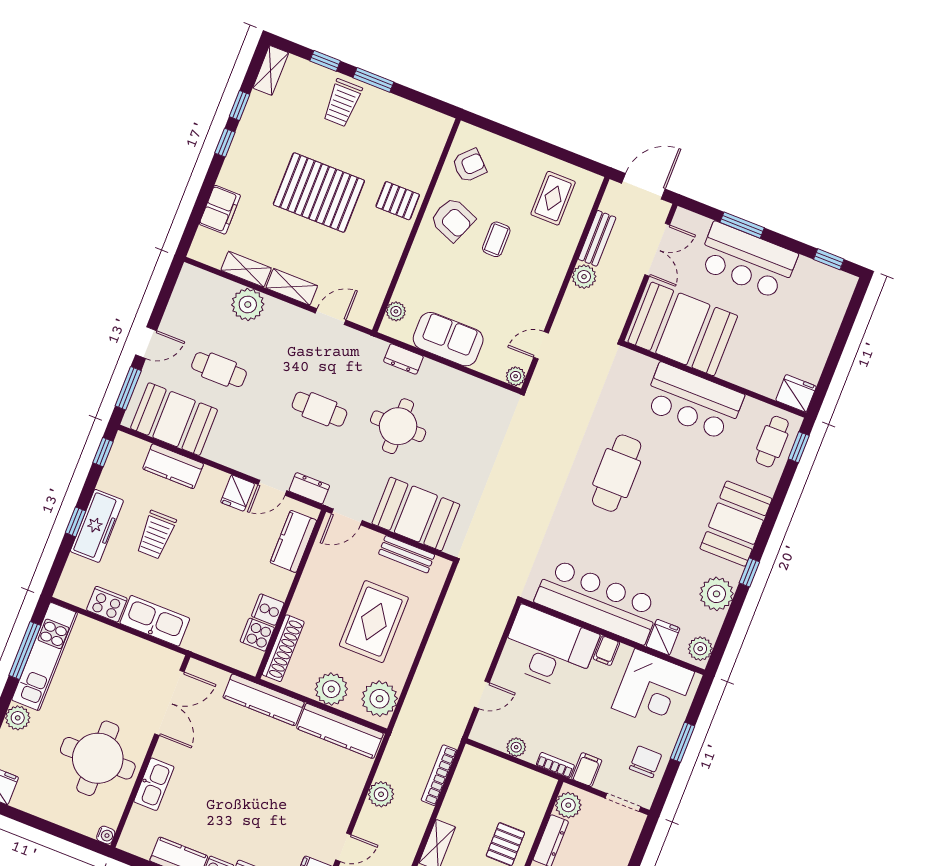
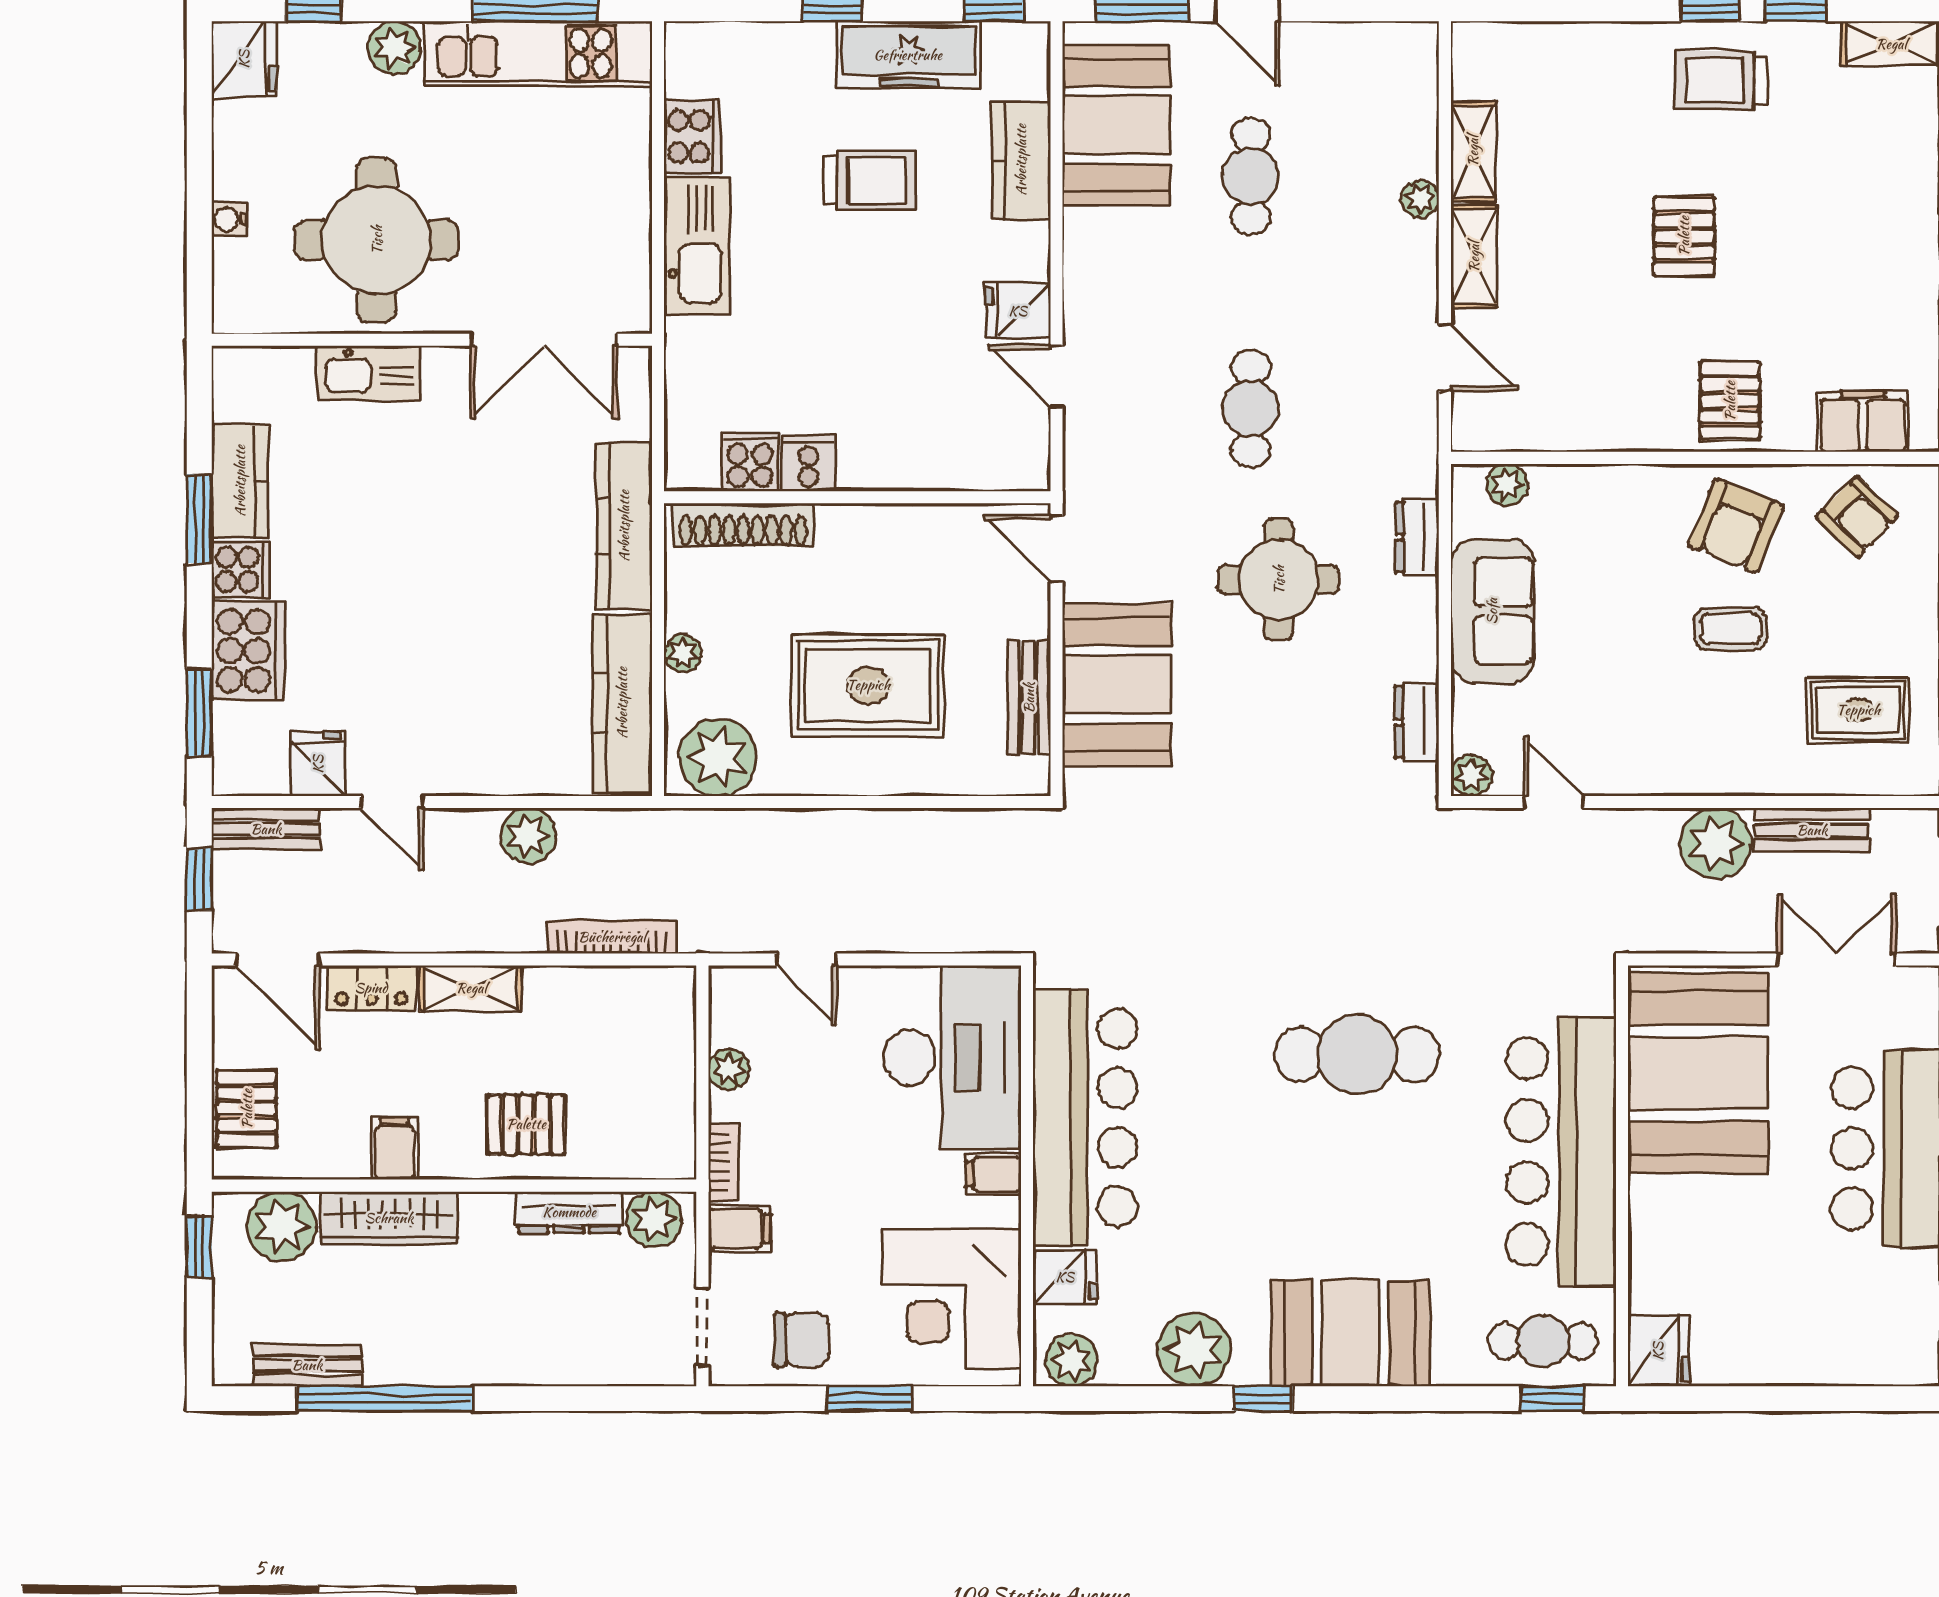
trolley: (342, 103) -> (1721, 81), moved
pallet: (319, 193) -> (1684, 236), width x0.49, depth x0.50
filing cabinet: (220, 210) -> (1863, 421), moved, turned 180
double door: (657, 250) -> (1837, 959), swing flipped
plant: (584, 277) -> (1715, 843), width x1.36, depth x1.36
plant: (248, 304) -> (1420, 199), width x0.53, depth x0.53
bar counter: (693, 401) -> (1561, 1152), width x1.36
dresser: (309, 488) -> (1417, 722), moved, turned 180
freezer: (97, 526) -> (908, 55), moved
trolley: (156, 535) -> (870, 180), turned 180
kitchen counter: (293, 541) -> (965, 461), removed
plant: (331, 689) -> (683, 653), width x0.53, depth x0.53
water cooler: (106, 835) -> (229, 219), moved, turned 90

